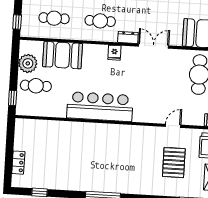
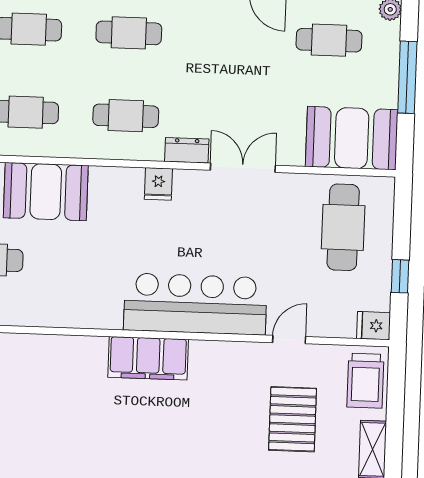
bar counter: (100, 107) -> (195, 304), moved
filing cabinet: (108, 133) -> (148, 358), added

